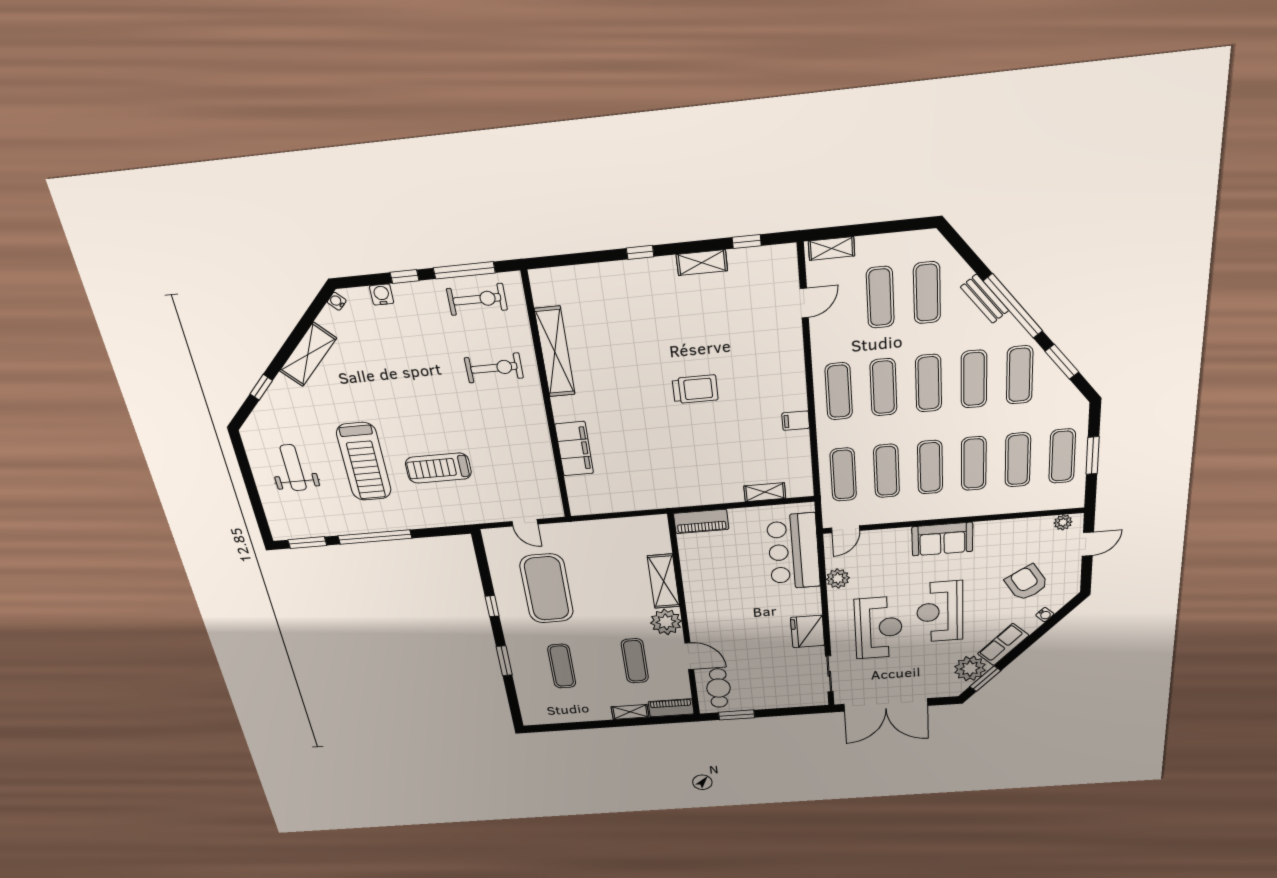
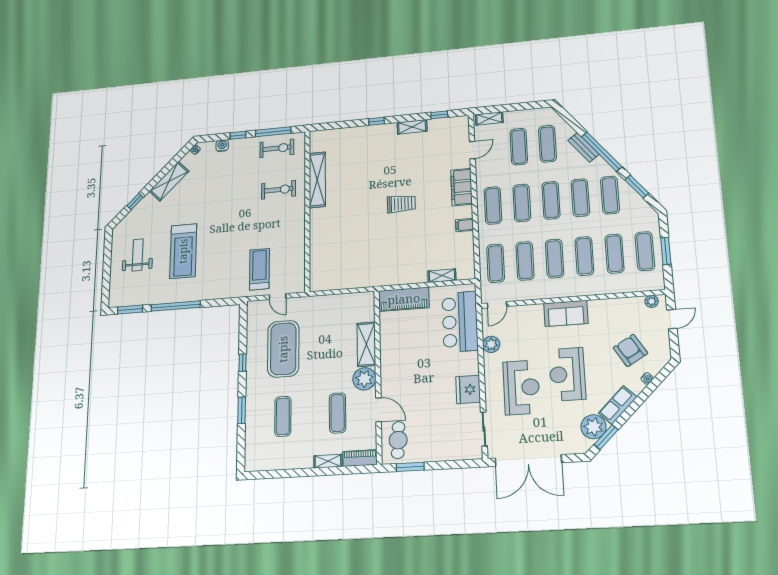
filing cabinet: (574, 449) -> (462, 187), moved, turned 180
treadmill: (438, 468) -> (259, 269), moved, turned 90
piano: (701, 521) -> (404, 299), width x1.37, depth x1.33

